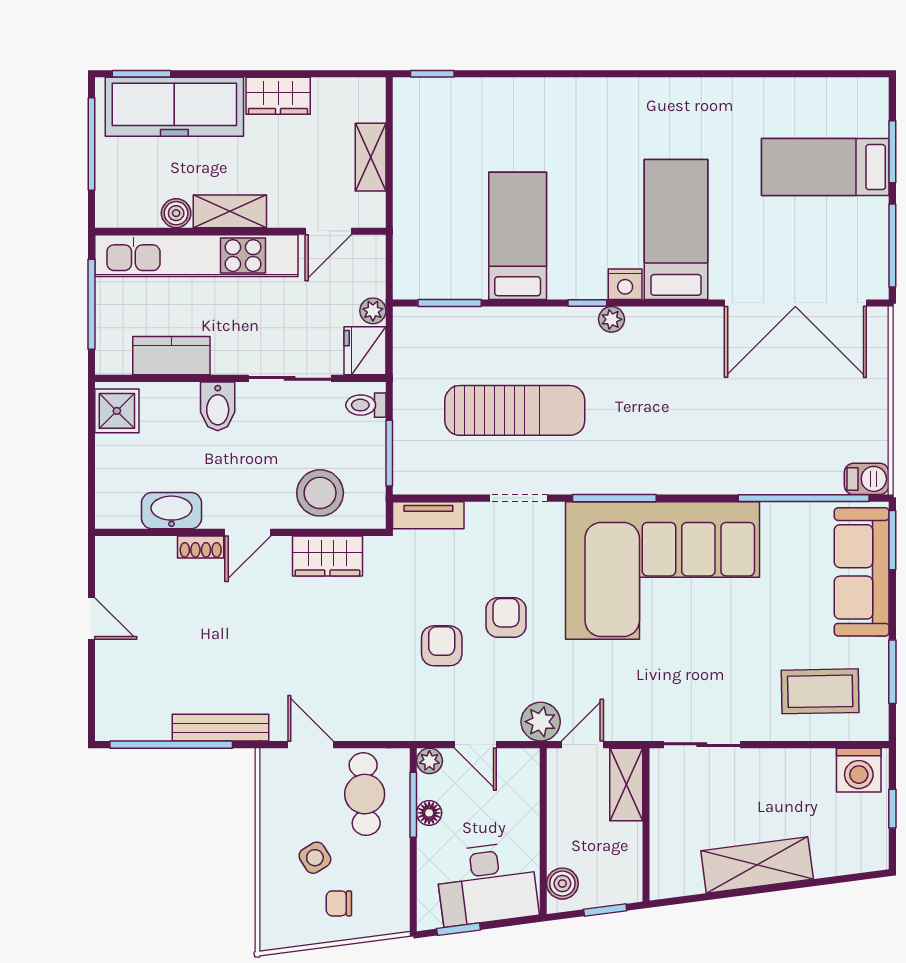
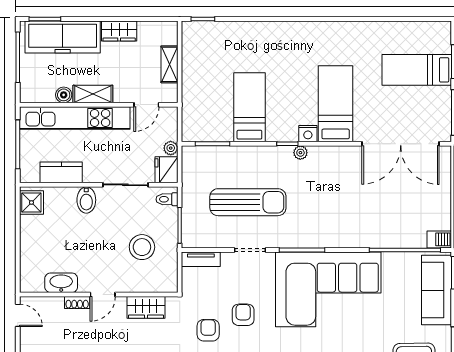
washbasin: (172, 511) -> (61, 283), moved
wall: (240, 532) -> (99, 295), moved
door: (248, 532) -> (103, 295), moved
shoe rack: (201, 547) -> (77, 303), moved
wardrobe: (327, 556) -> (146, 307), moved

